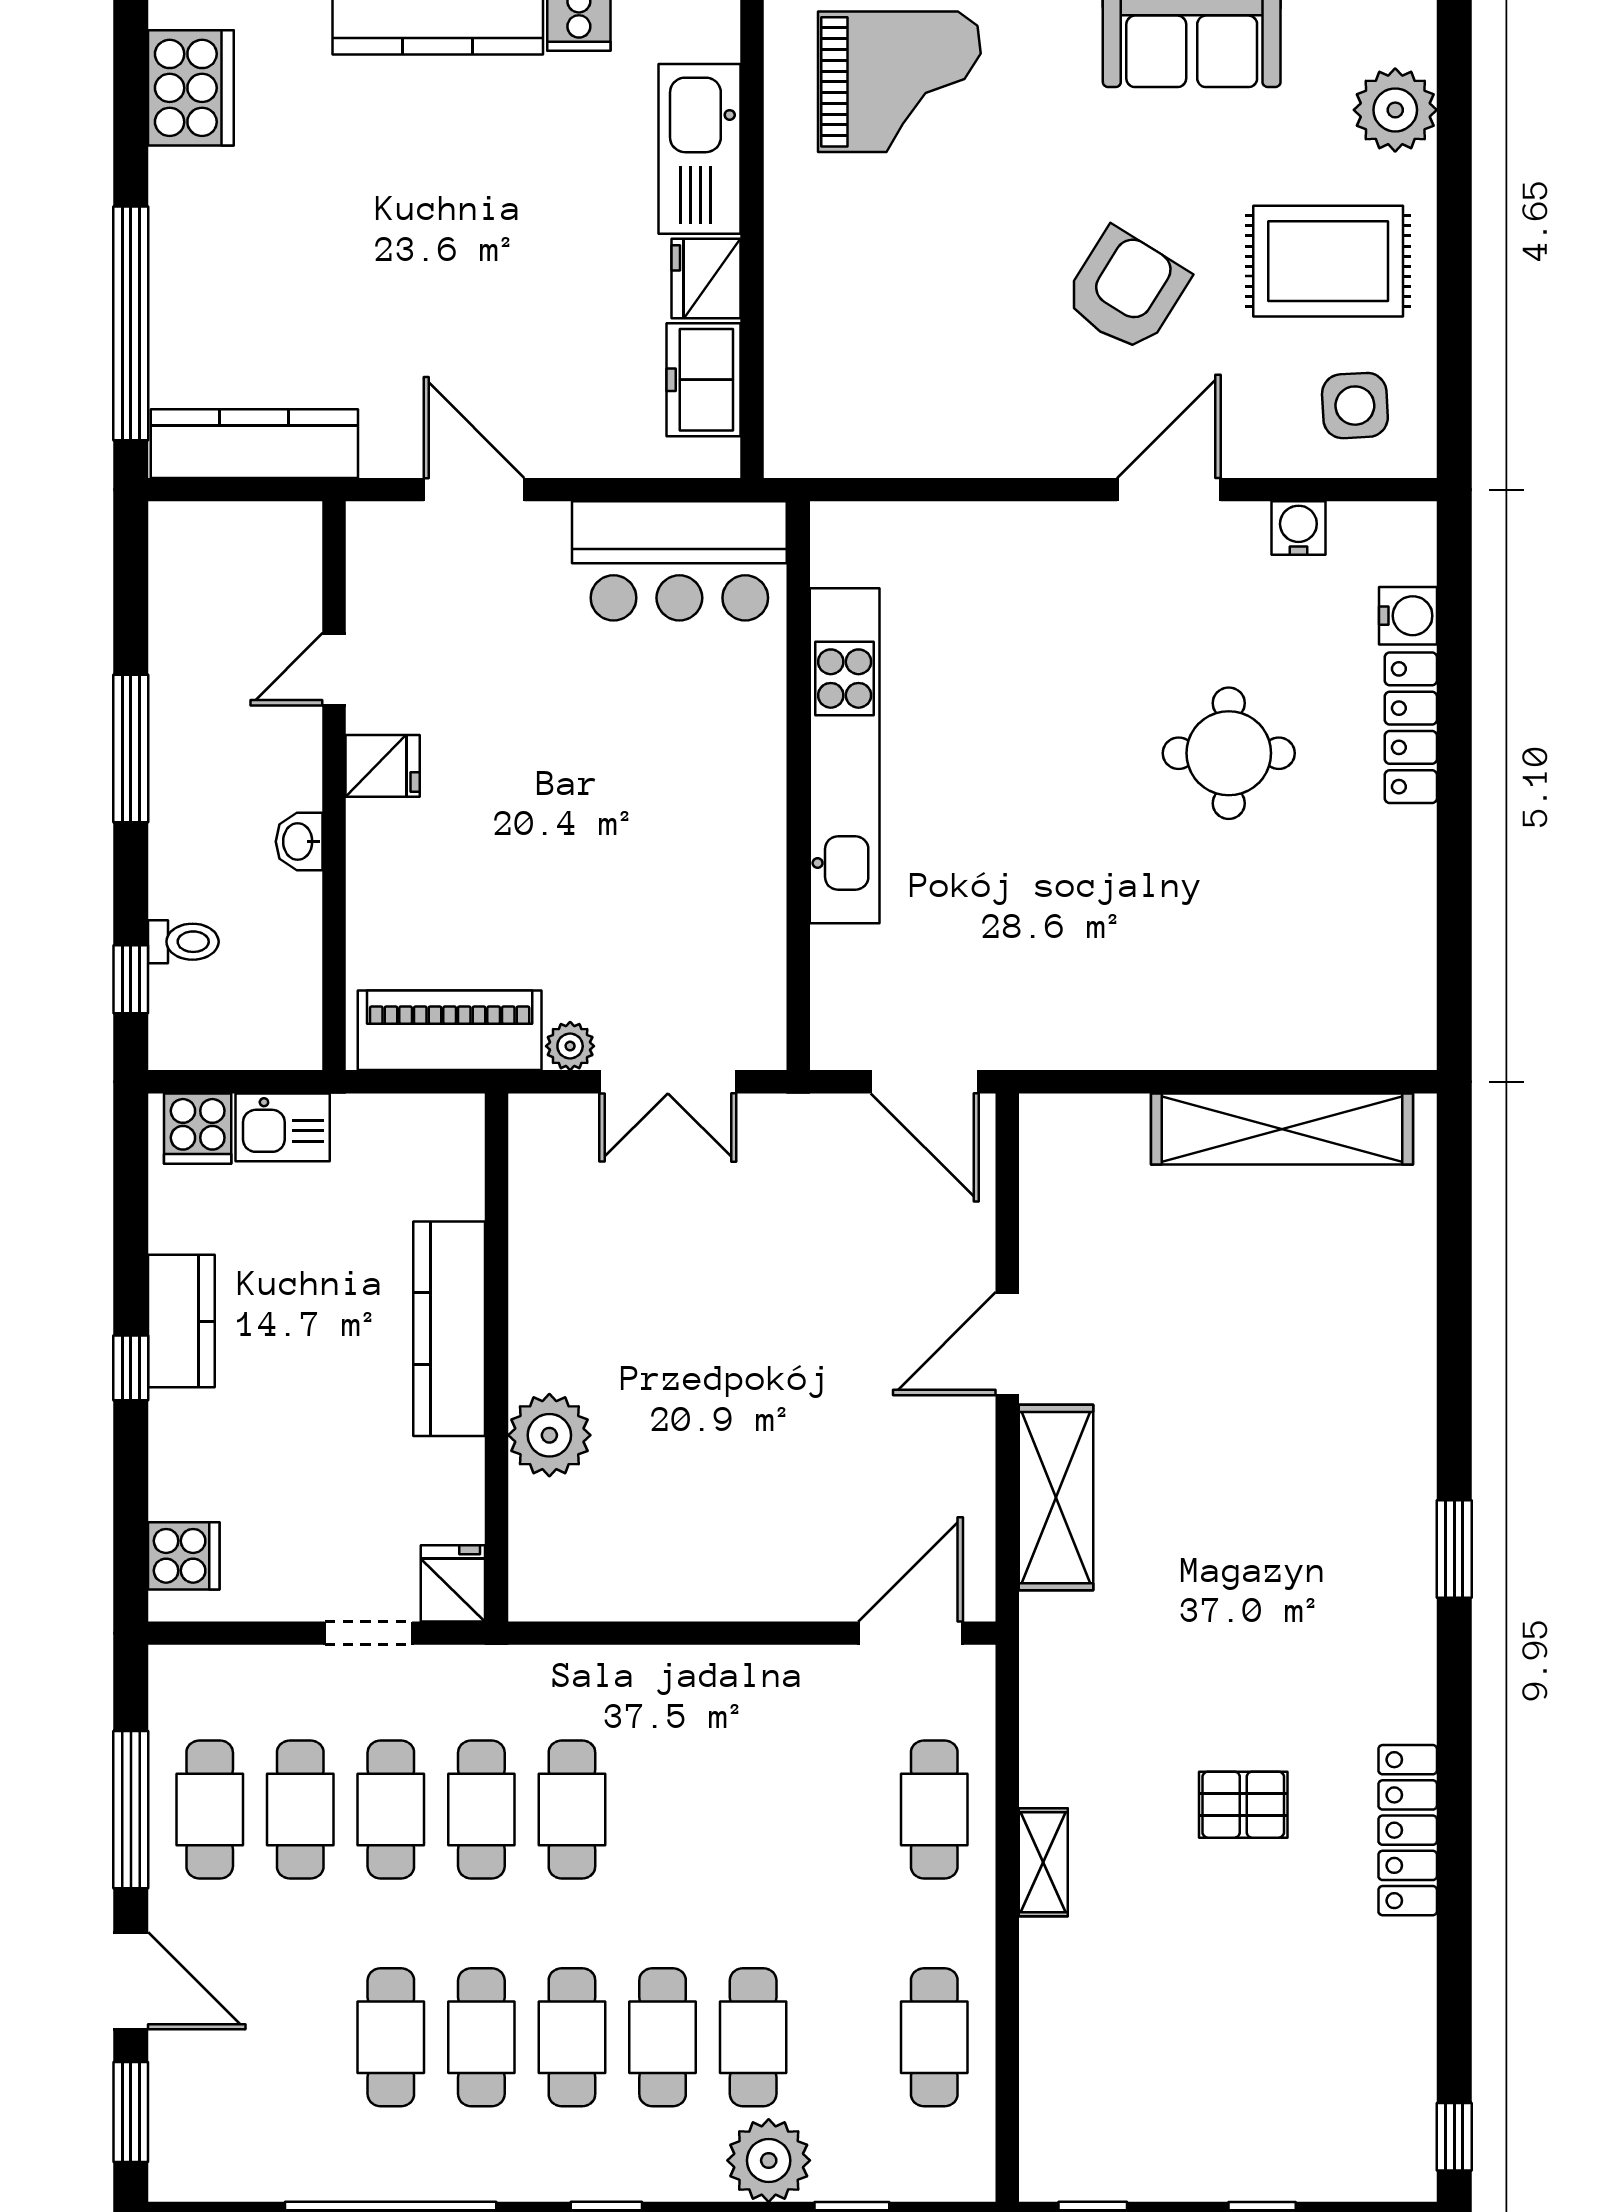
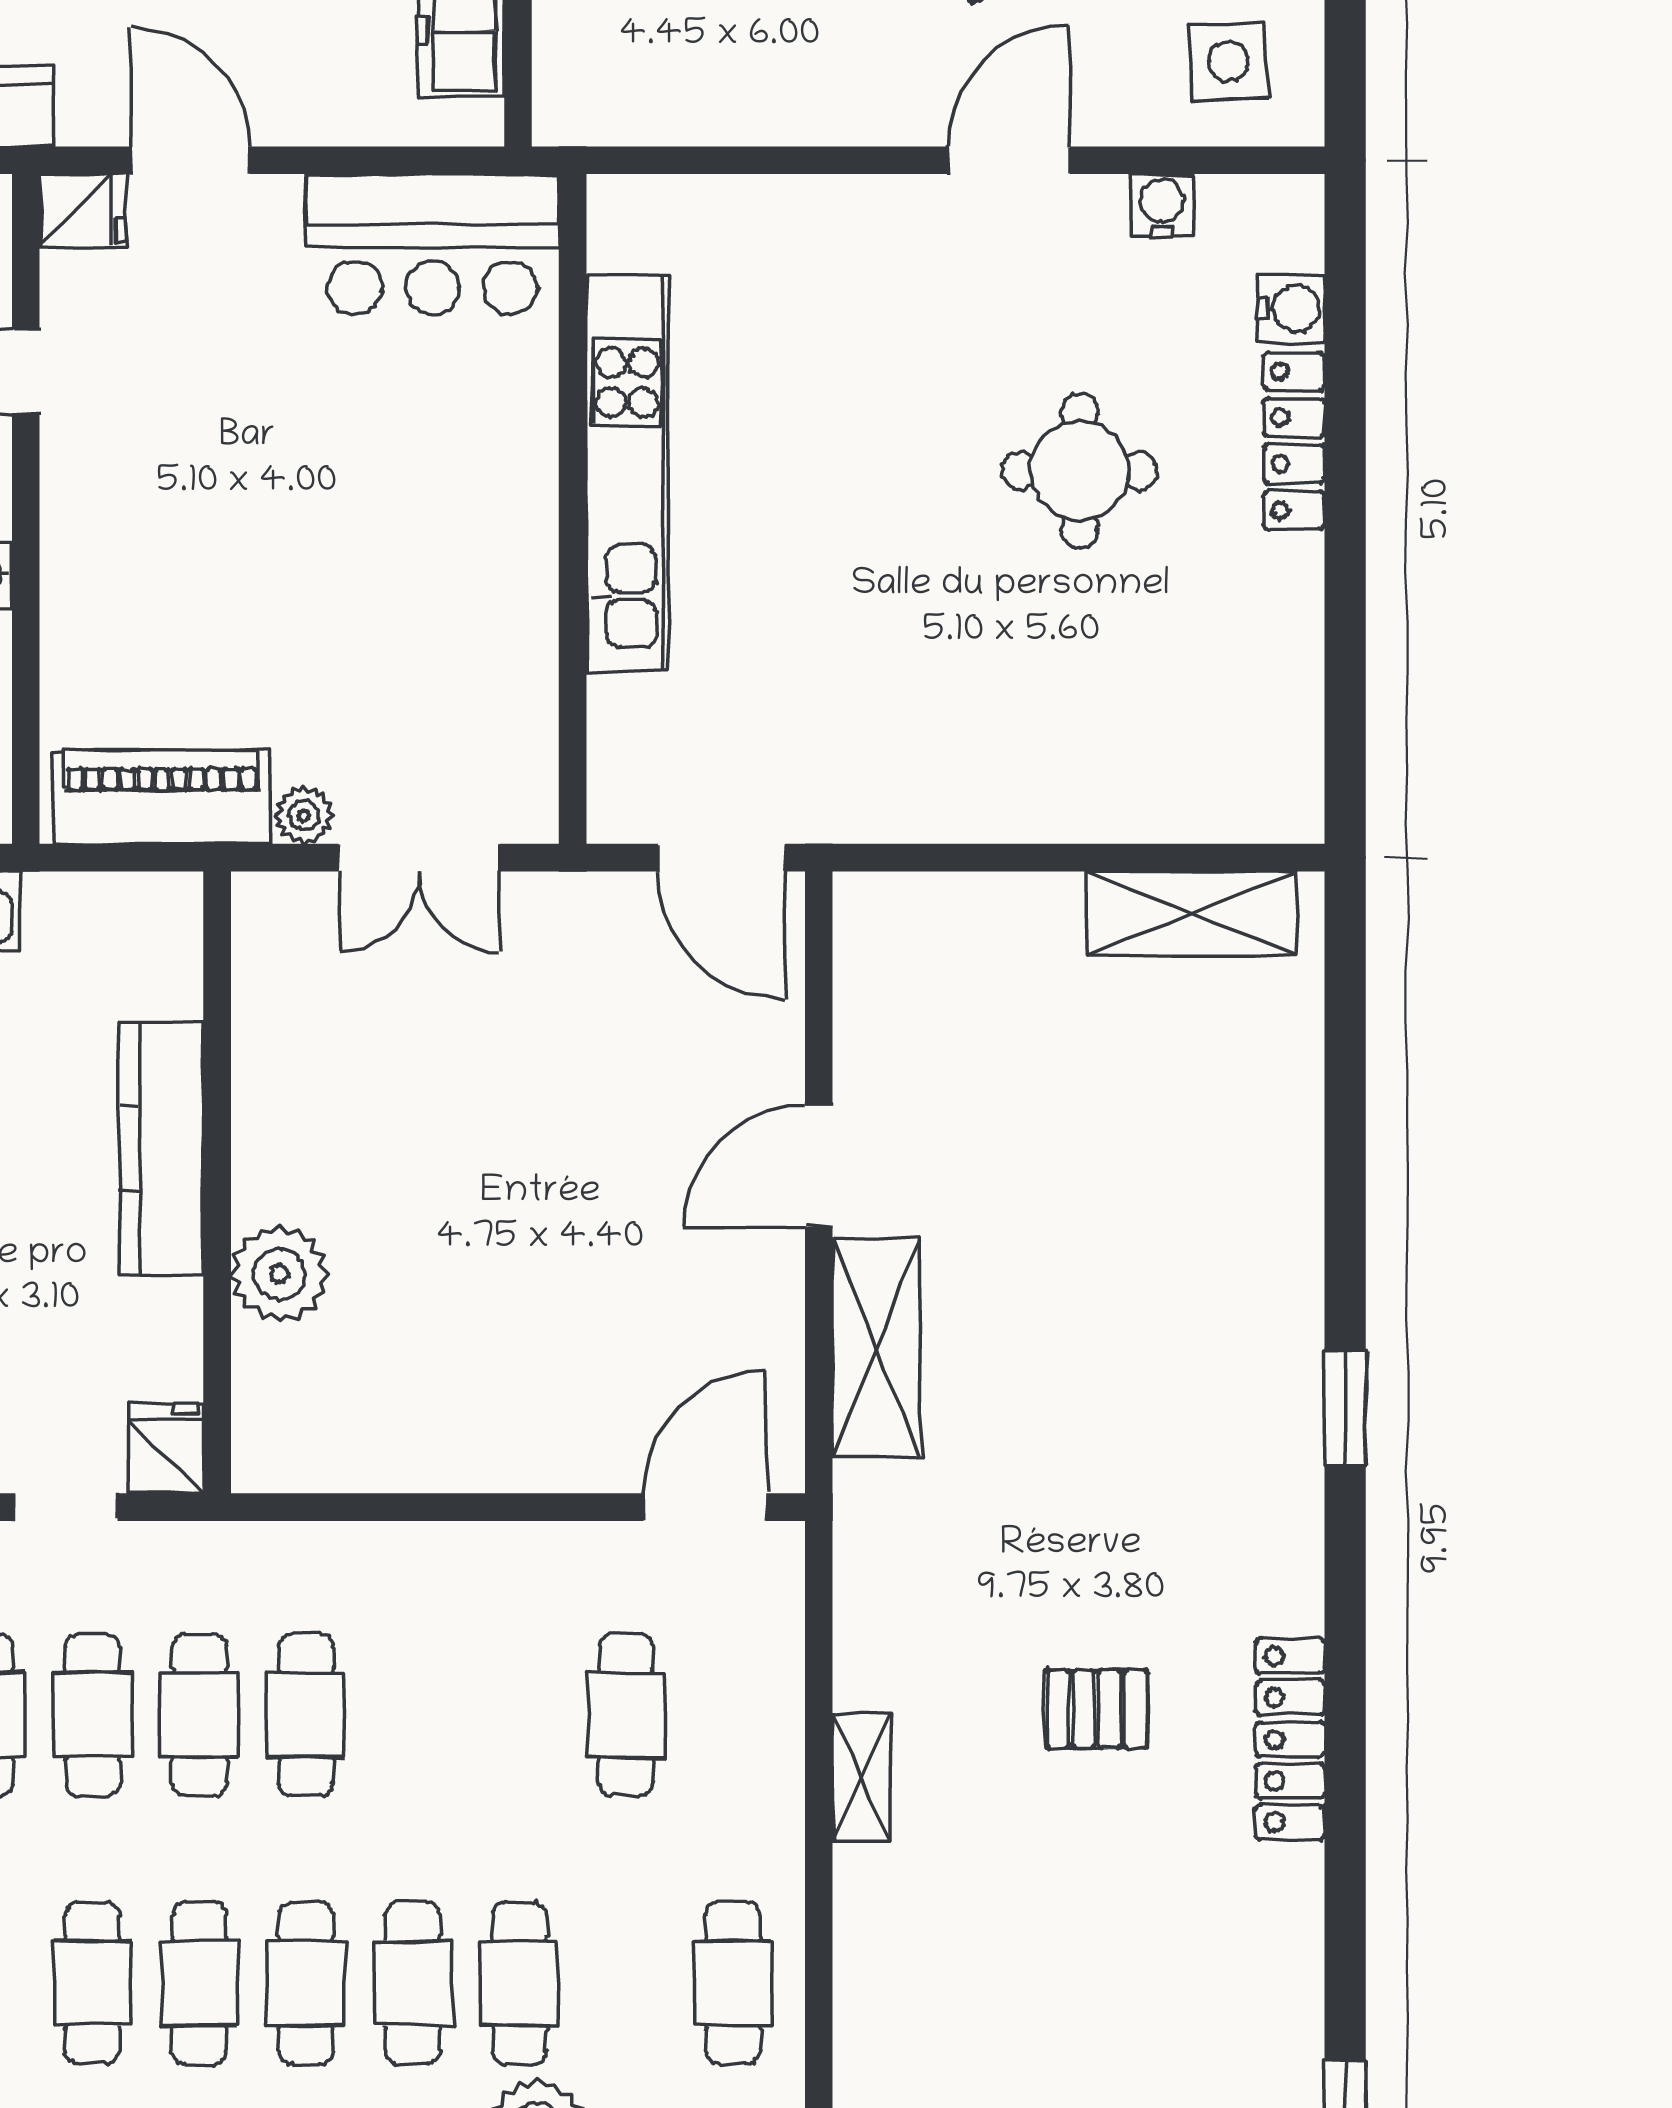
fridge: (383, 766) -> (83, 210), moved
shelving: (1282, 1129) -> (1191, 913), width x0.68
cafe table: (934, 1809) -> (626, 1715), moved

